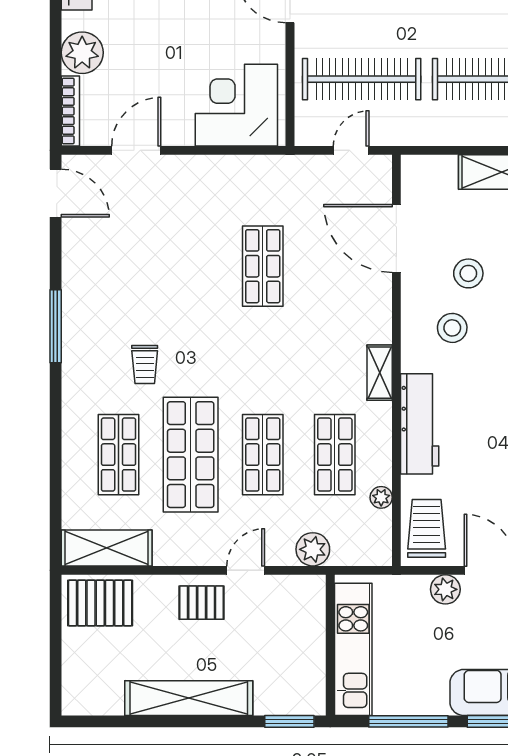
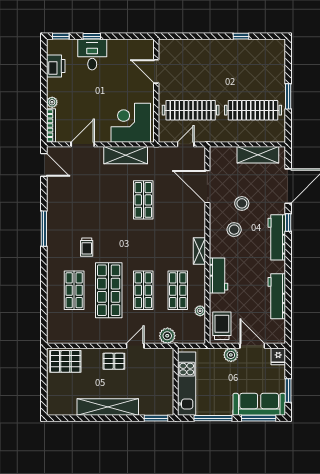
plant: (82, 53) -> (52, 102), width x0.53, depth x0.53
workbench: (420, 424) -> (218, 275), width x0.73
shelving: (107, 548) -> (126, 155), moved

